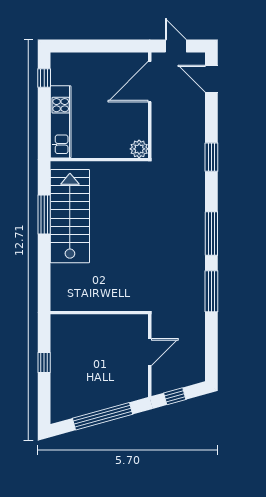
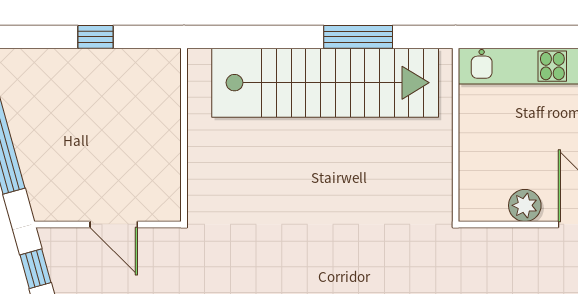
plant: (139, 149) -> (525, 205), moved
stairs: (70, 216) -> (325, 83), width x1.36

